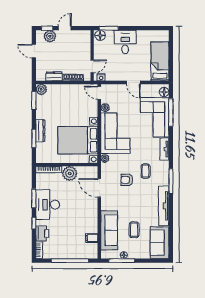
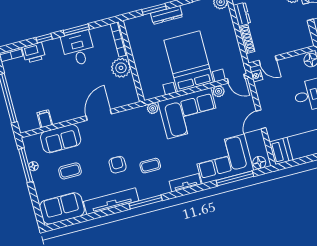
door: (99, 93) -> (236, 79), swing flipped
bed with nightstands: (78, 140) -> (189, 61), moved
armchair: (127, 180) -> (118, 165), moved
door: (99, 188) -> (99, 115), moved
desk: (48, 205) -> (78, 48), width x0.73
sofa: (109, 230) -> (61, 139), width x0.73

